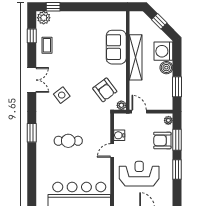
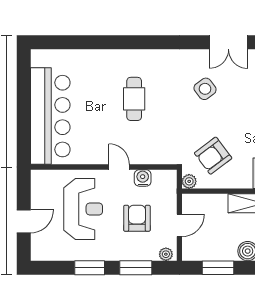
door: (139, 112) -> (179, 225), moved
window: (32, 133) -> (147, 42), removed
armchair: (162, 140) -> (137, 218), moved

